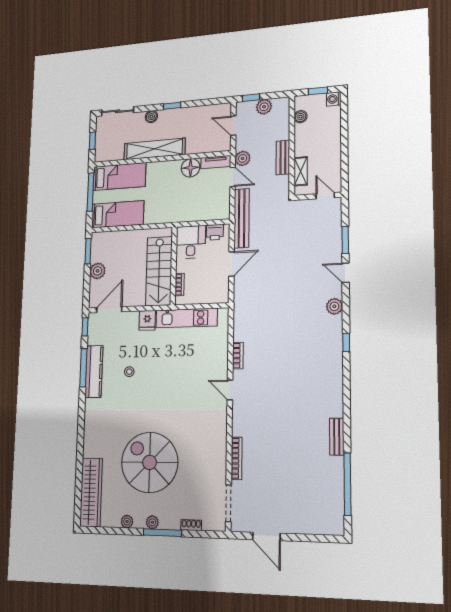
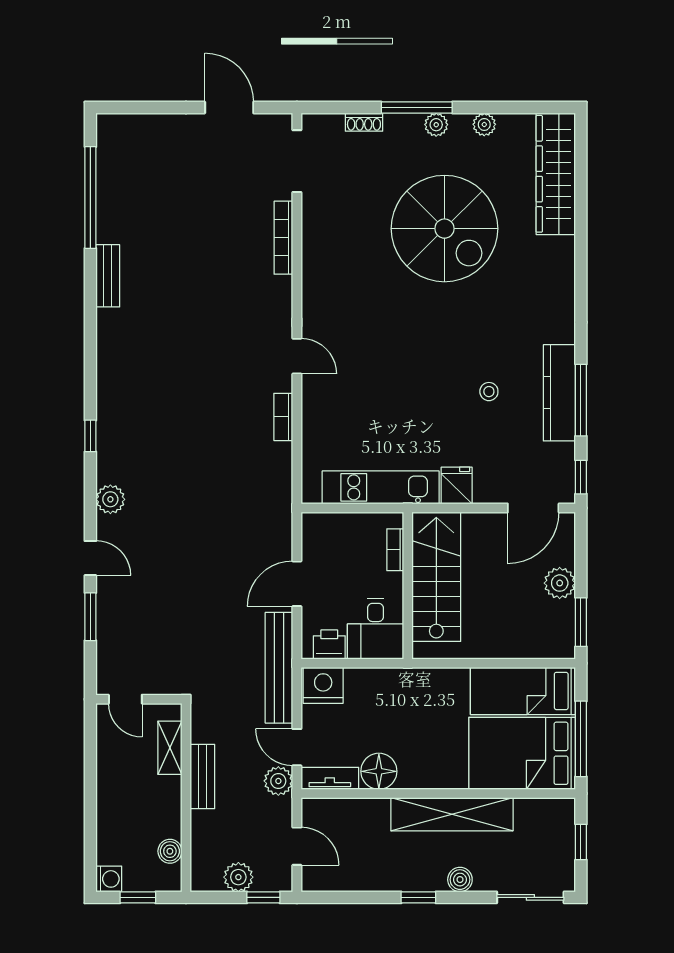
bed: (119, 177) -> (522, 753), width x1.50
nightstand: (218, 210) -> (323, 685), added

